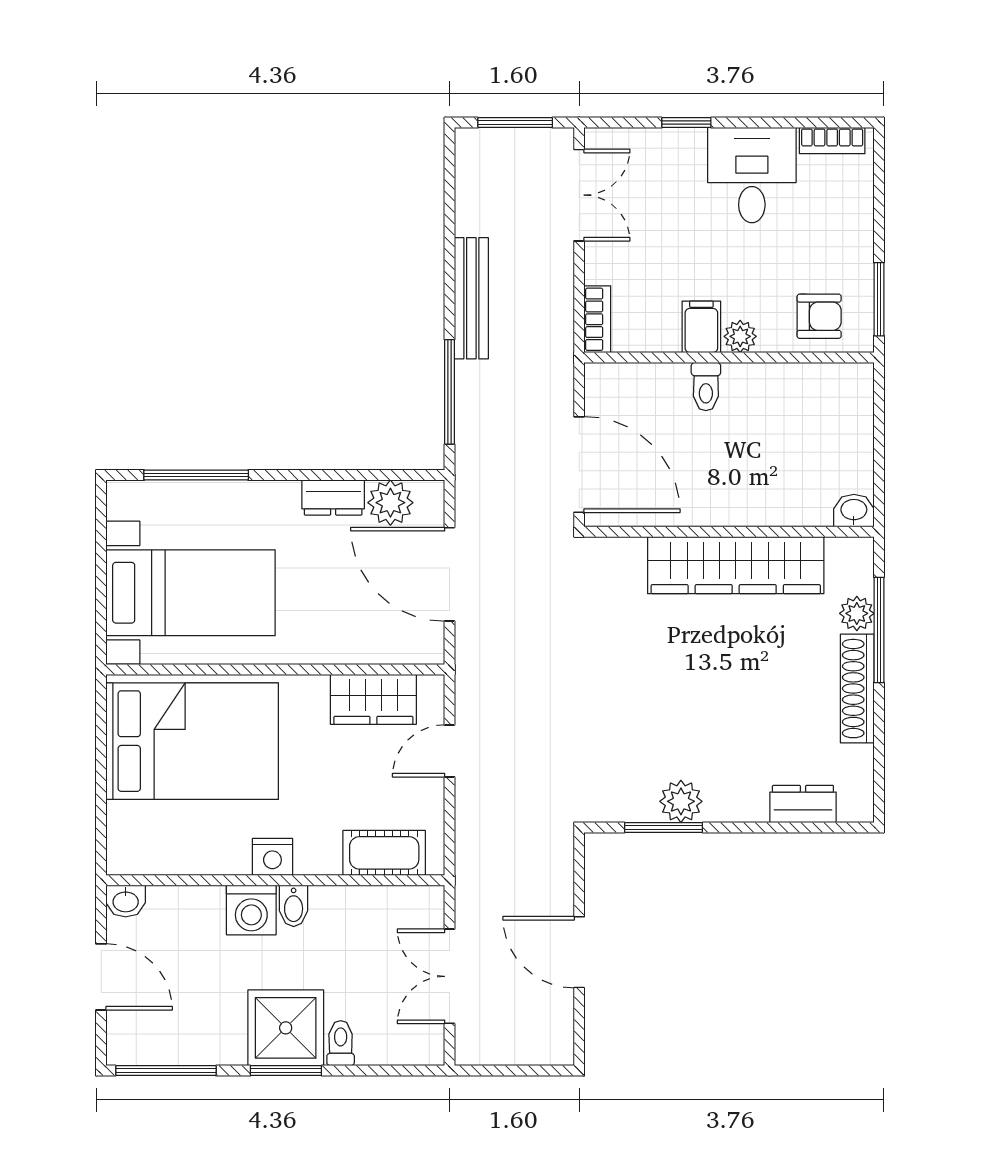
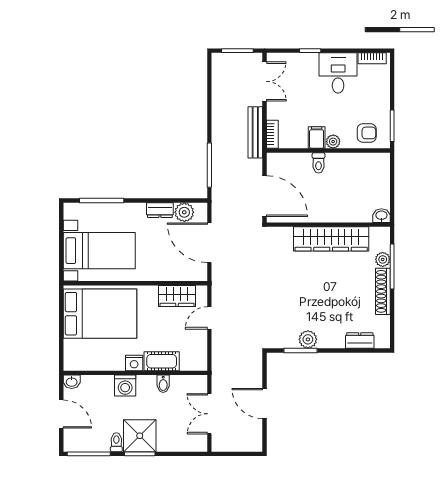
bench: (471, 298) -> (255, 132), moved
cot: (384, 853) -> (162, 361), moved
bidet: (294, 906) -> (163, 384), moved
toilet: (341, 1043) -> (116, 442), moved

